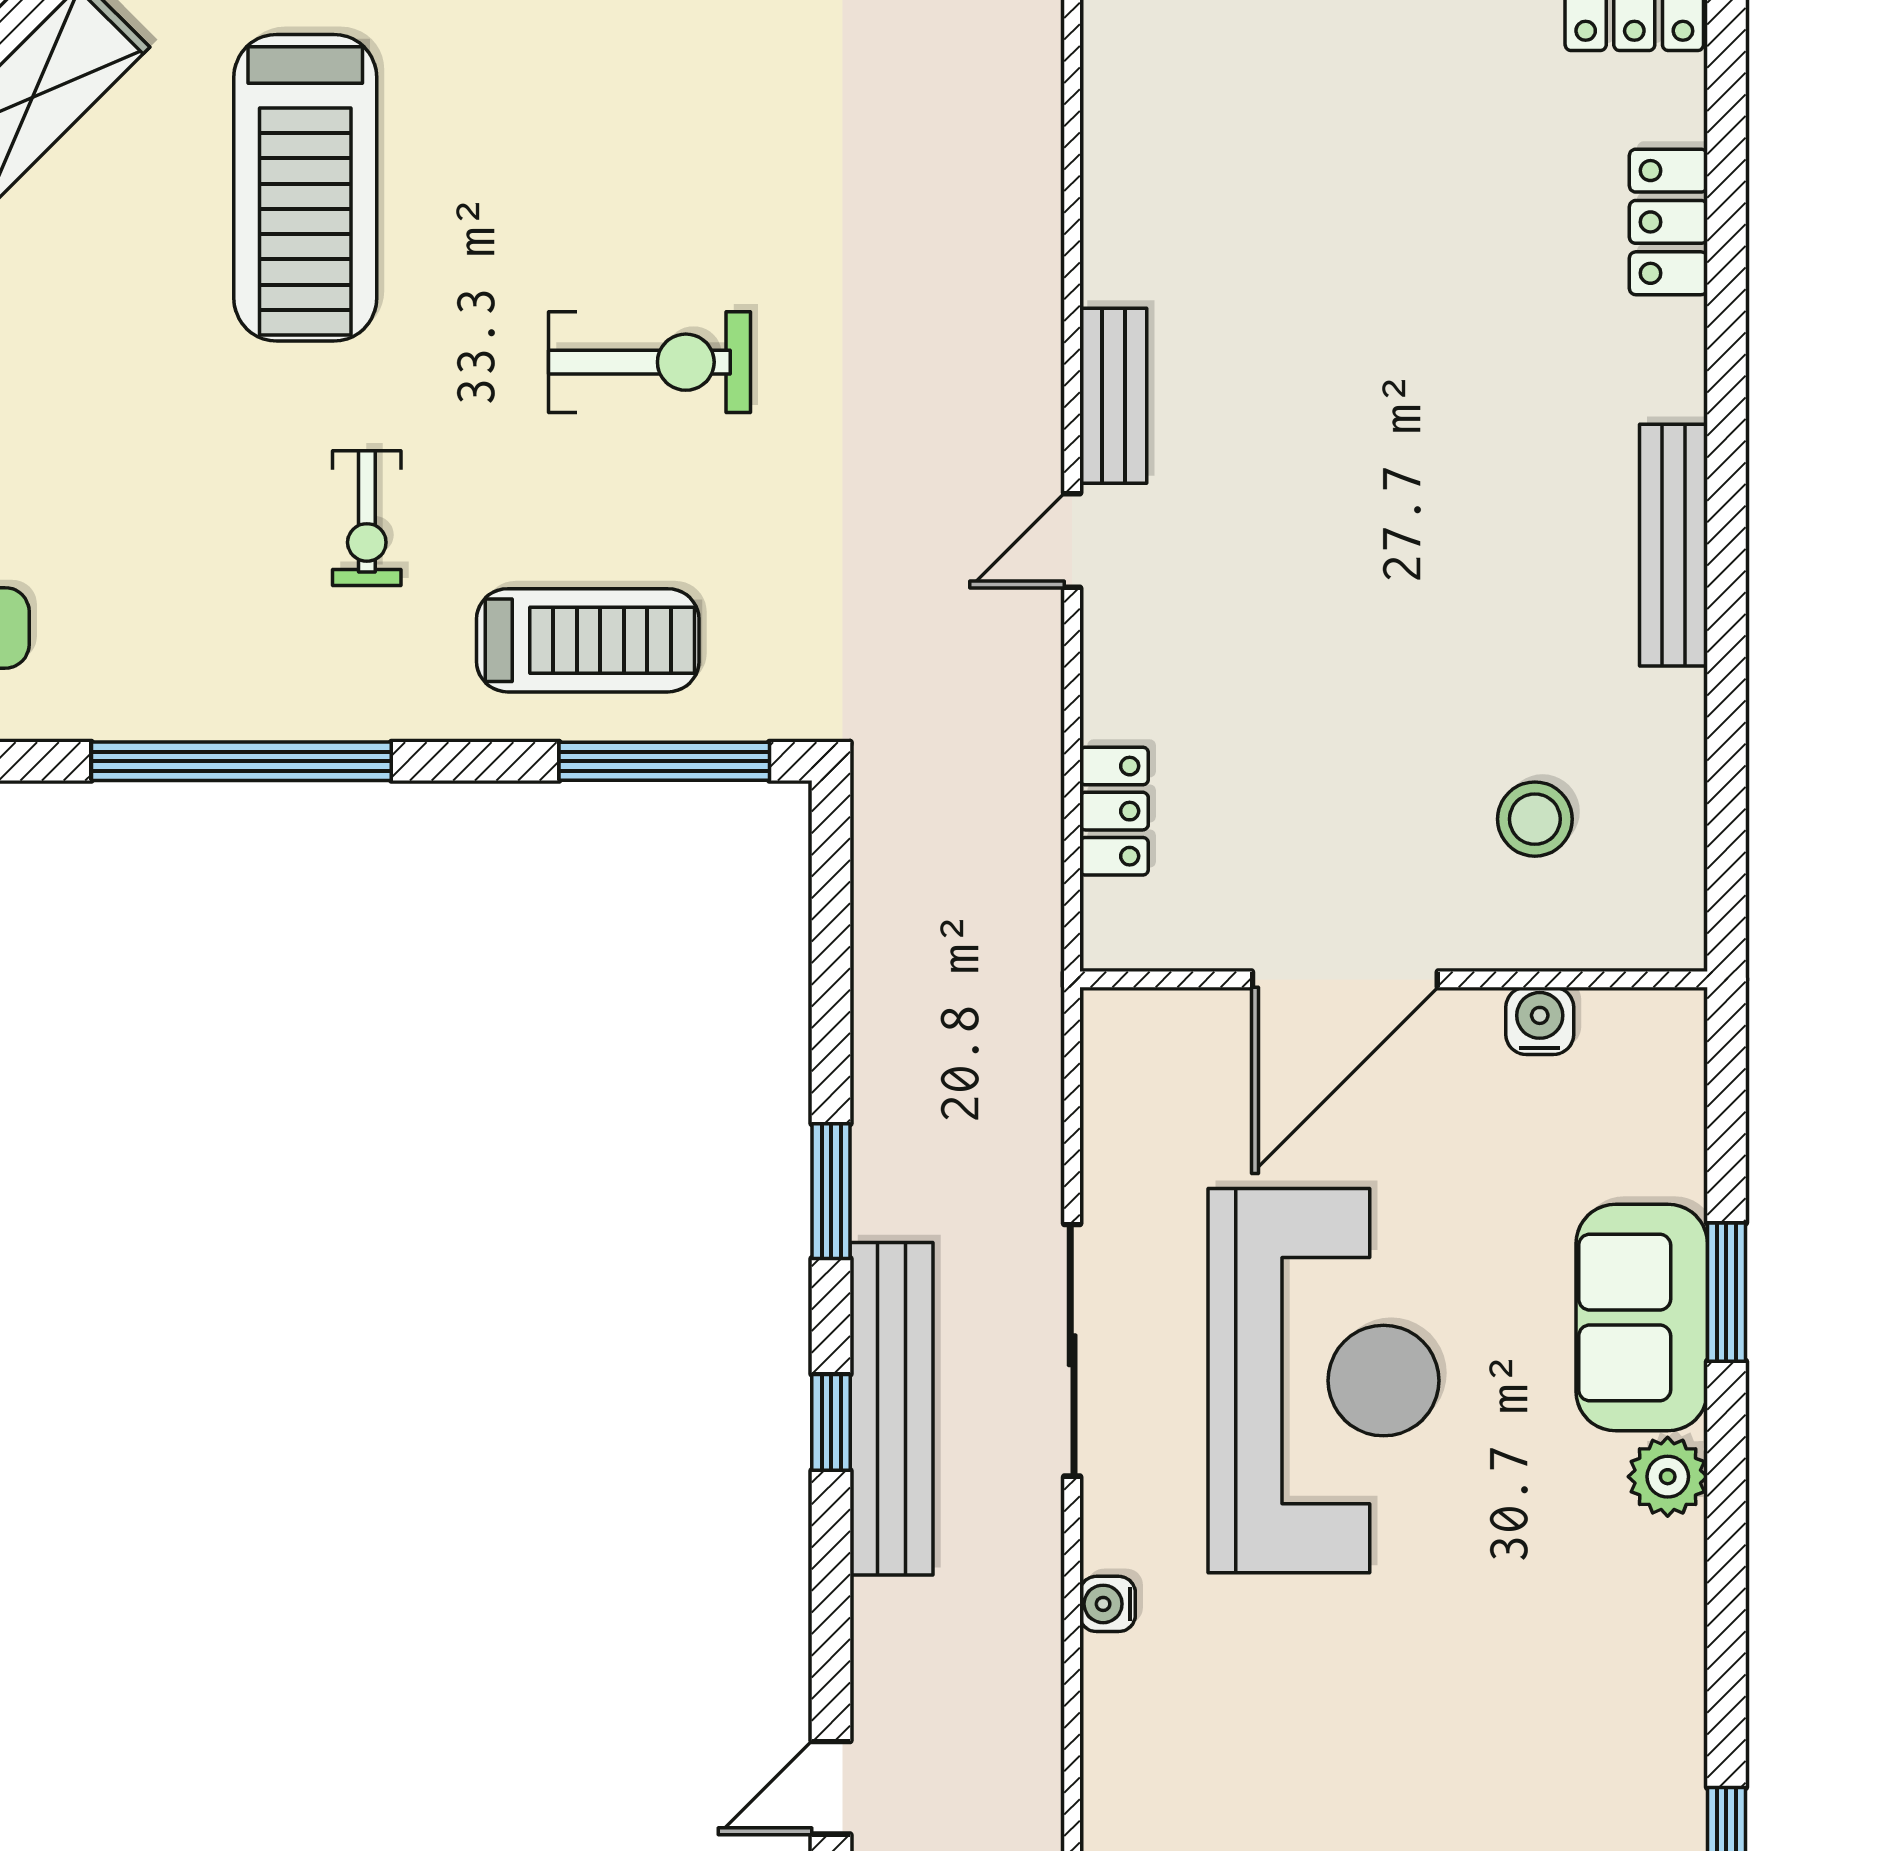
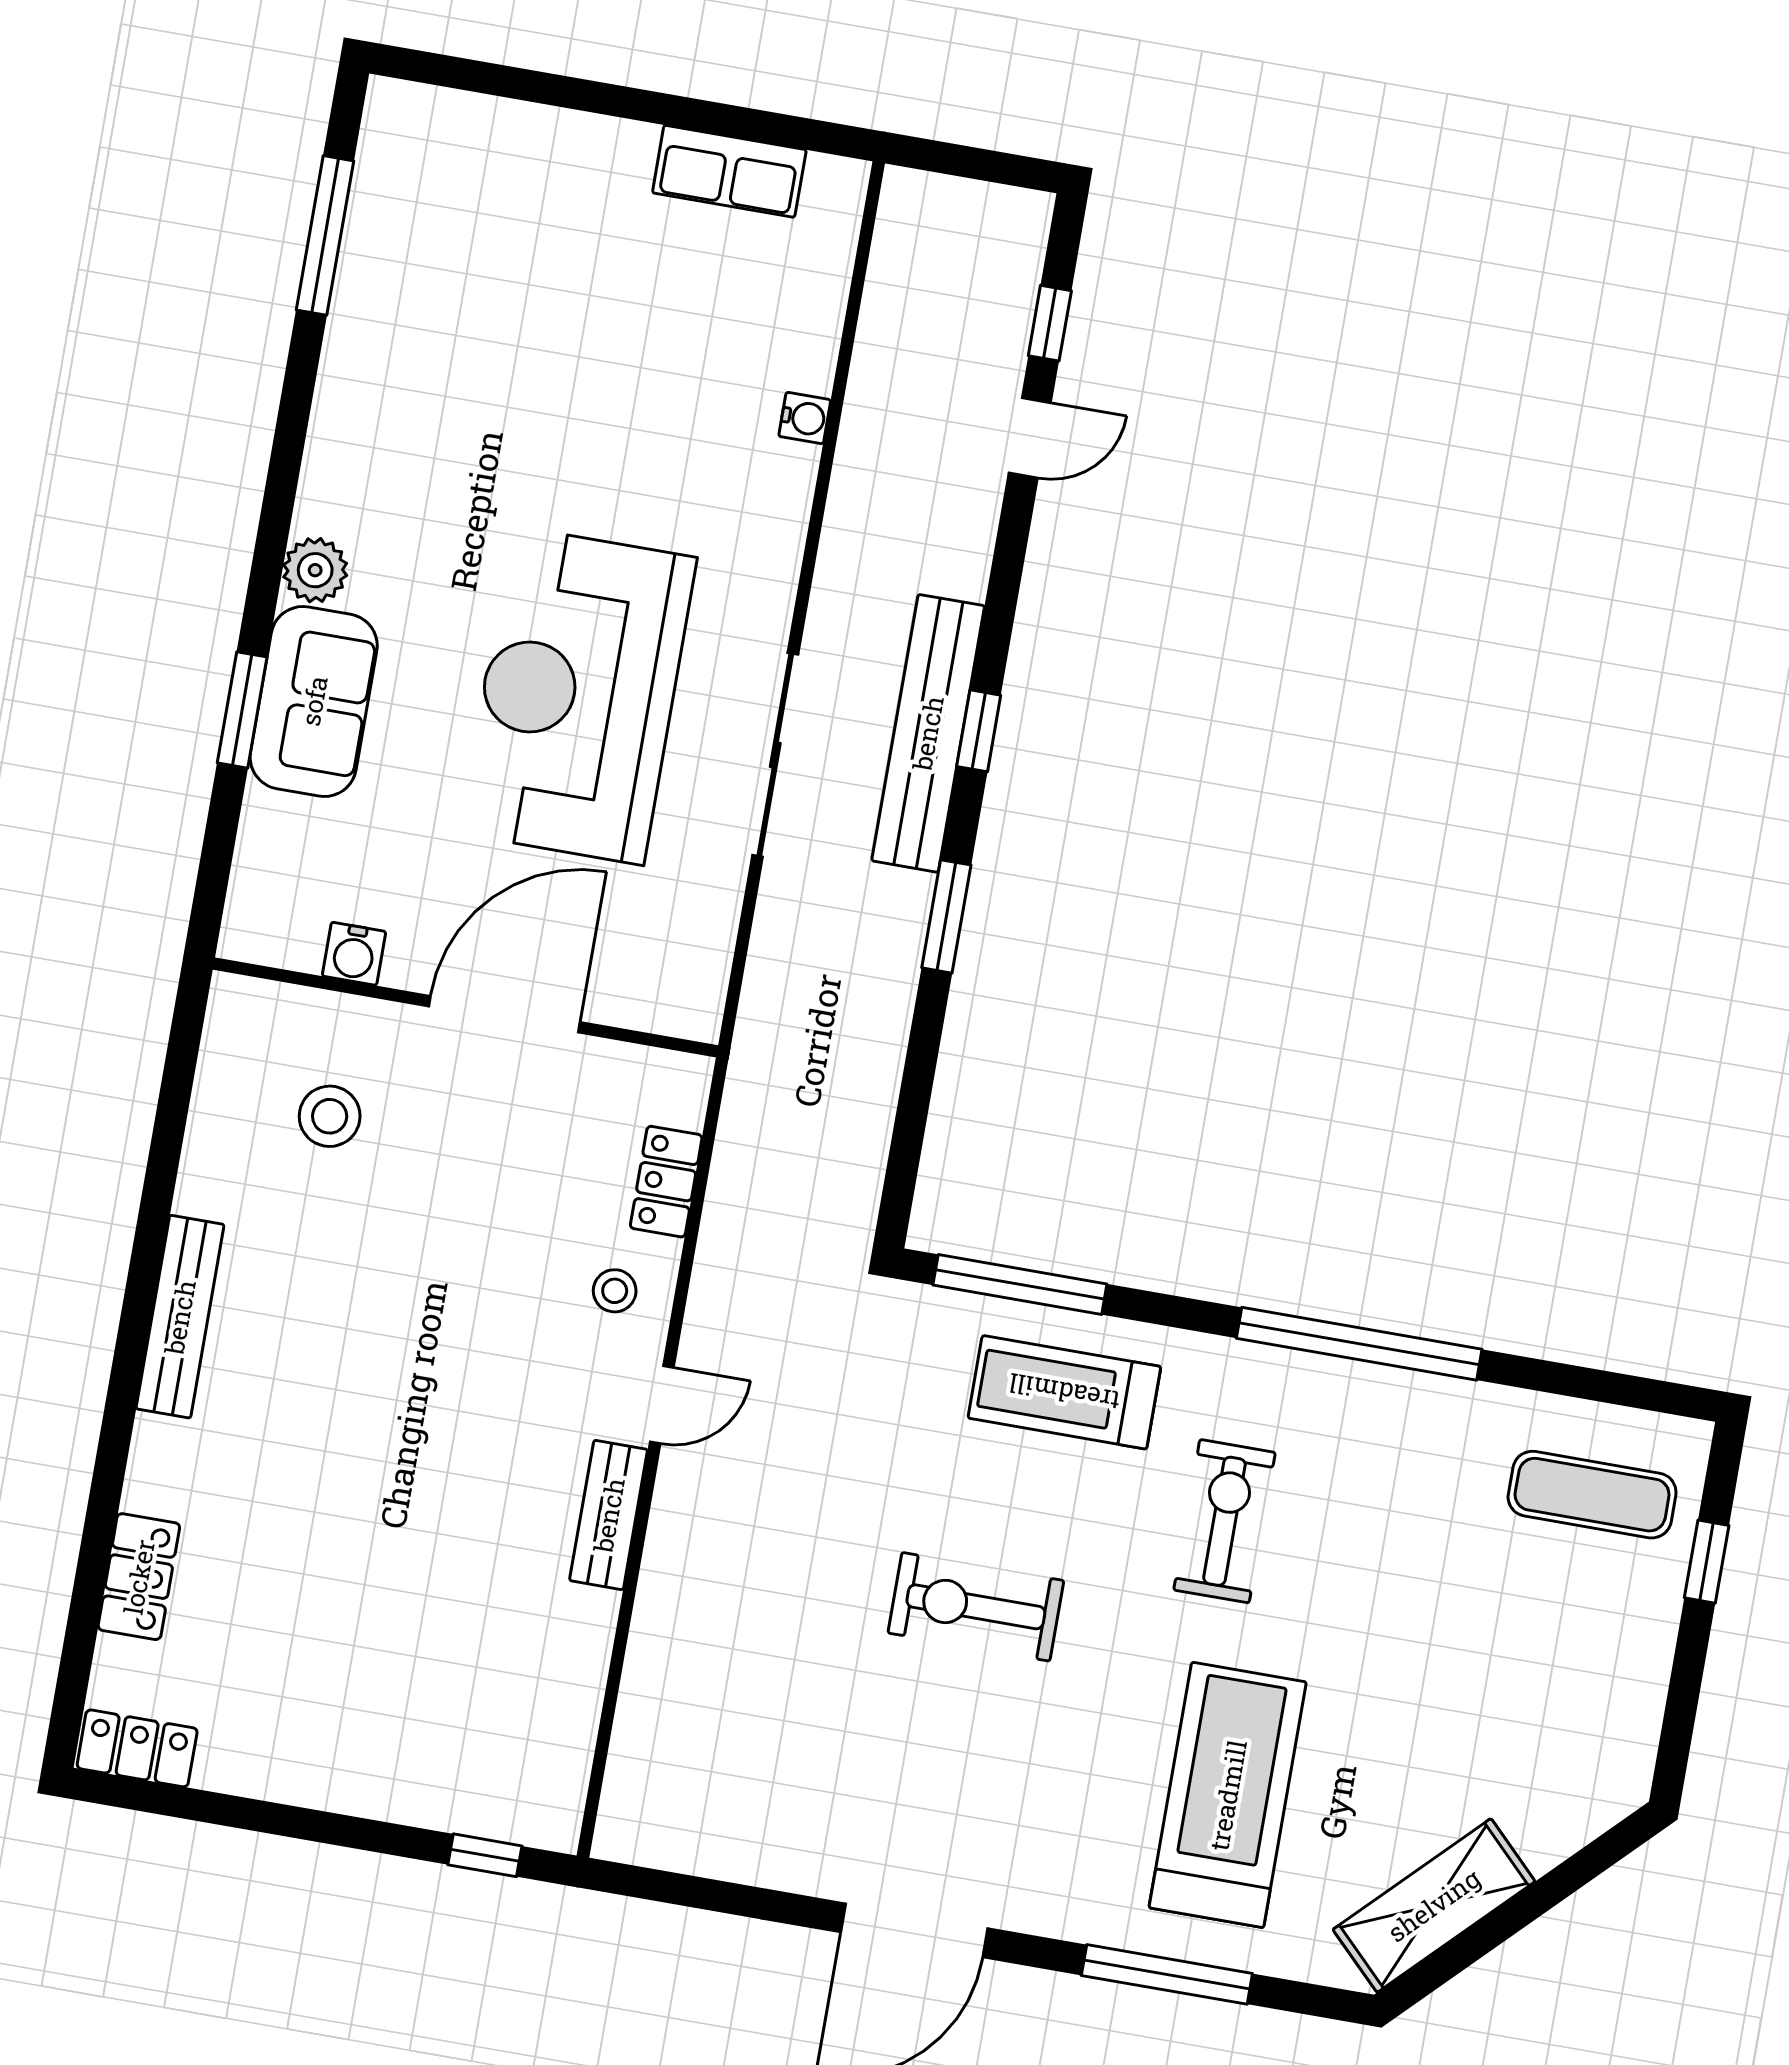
exercise bike: (367, 518) -> (1224, 1521), width x1.38, depth x1.39
stool: (1153, 668) -> (615, 1291), added
water cooler: (1108, 1604) -> (805, 418), moved

